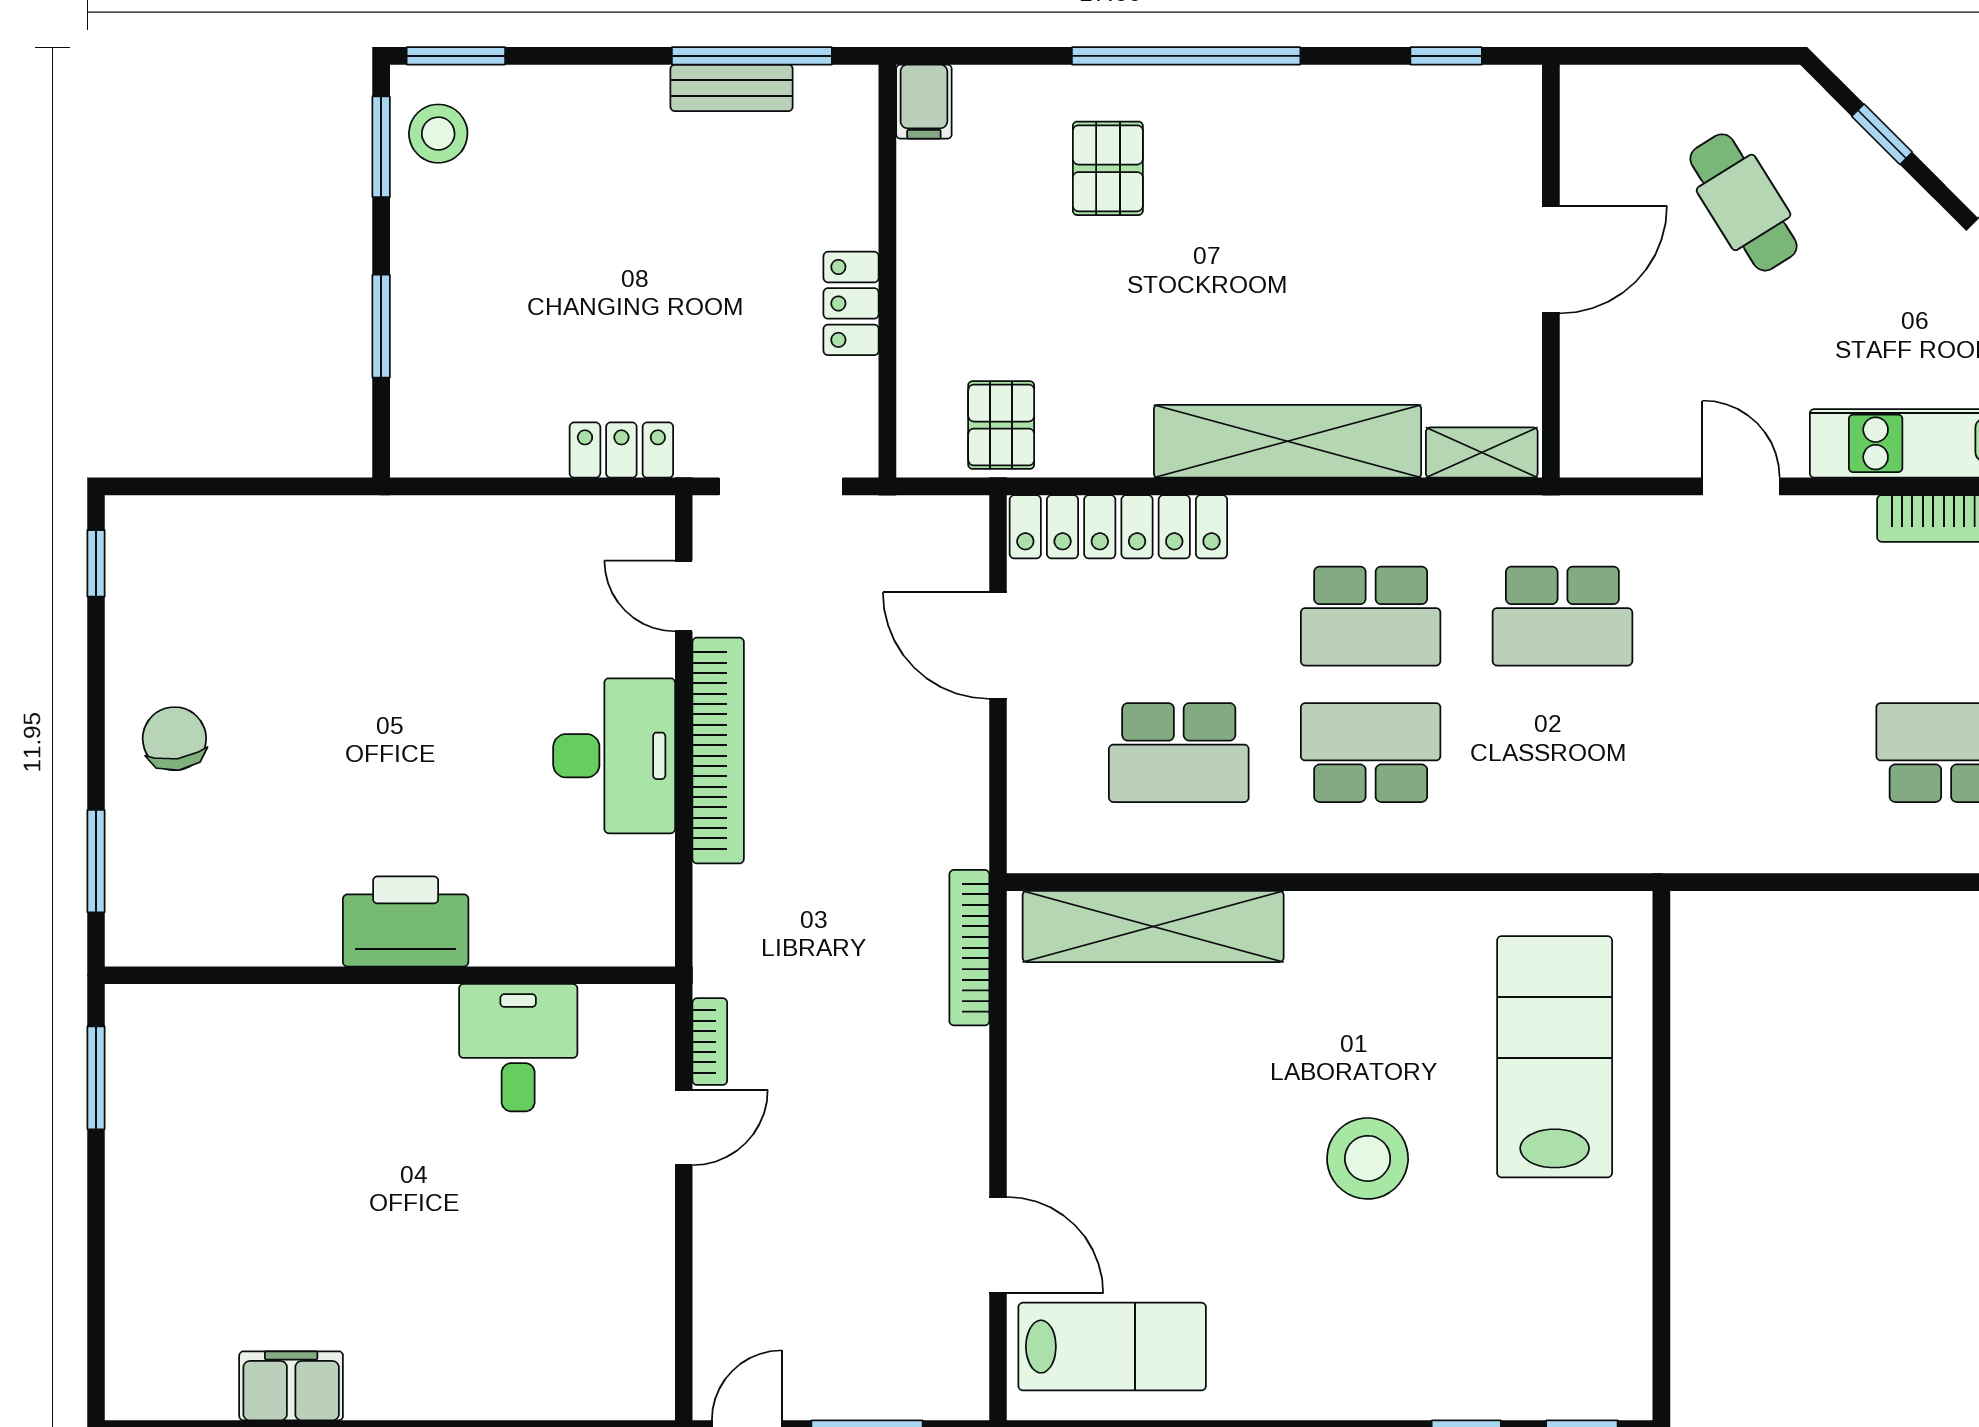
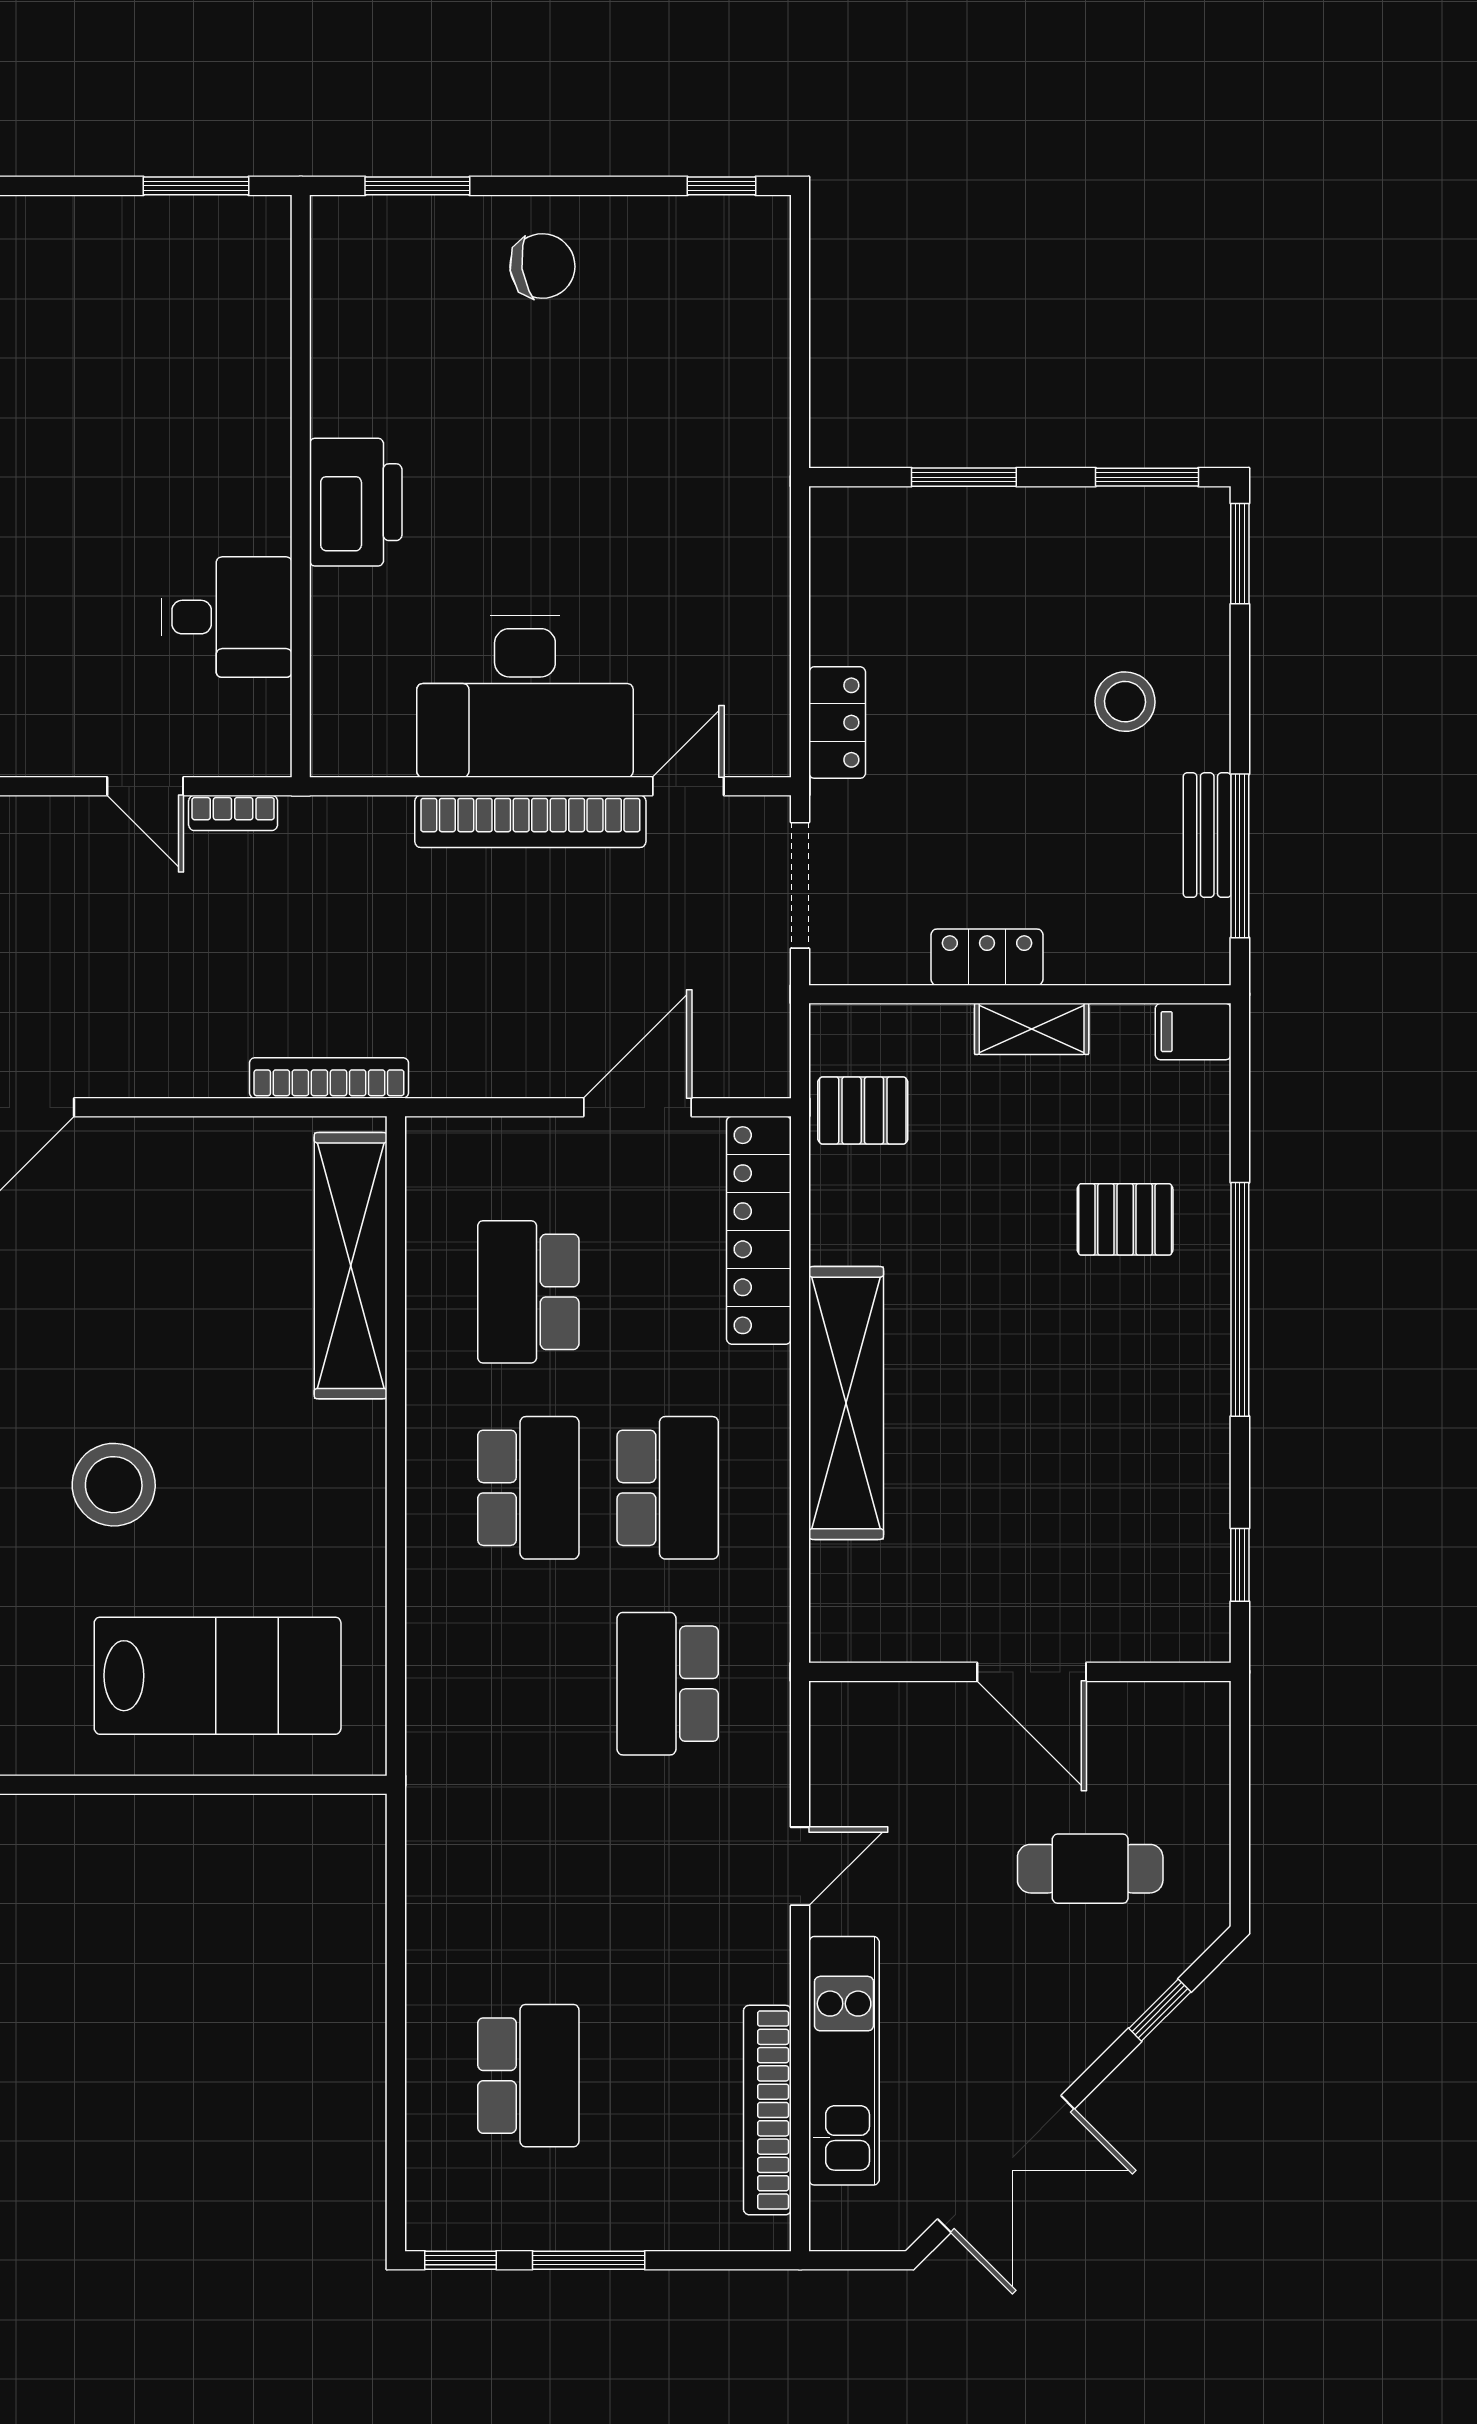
stool: (438, 134) -> (1125, 702), moved
cafe table: (1744, 202) -> (1090, 1869), turned 32
shelving: (1482, 453) -> (1032, 1029), moved, turned 90
school desk: (1371, 616) -> (668, 1488), turned 180
desk: (614, 756) -> (525, 696), width x1.36, depth x1.30

